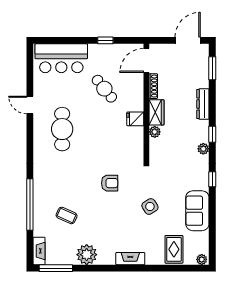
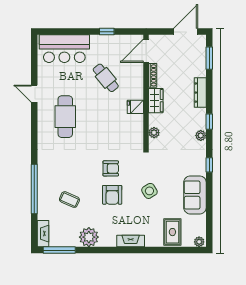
plant: (155, 132) -> (154, 133), moved
armchair: (111, 211) -> (112, 195), added

